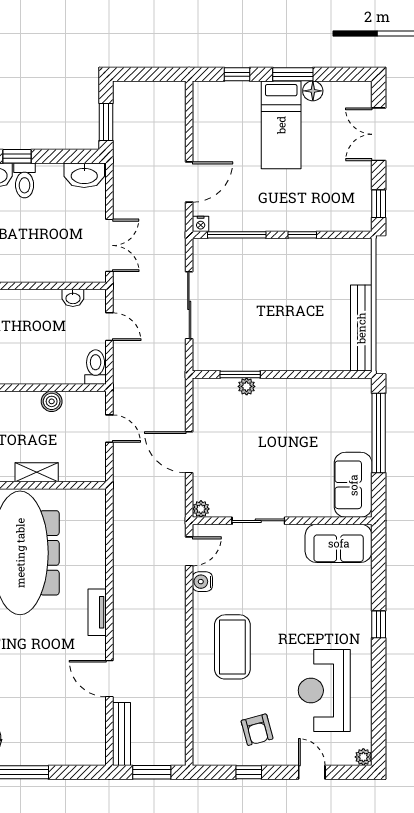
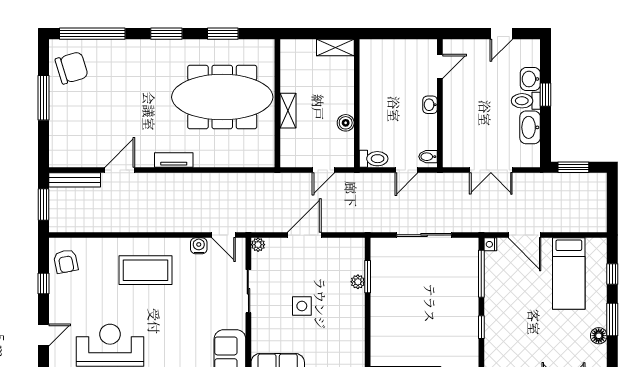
bed: (281, 125) -> (569, 274), moved, turned -90
washbasin: (84, 175) -> (530, 127), moved
double door: (109, 245) -> (491, 170), moved
washbasin: (73, 298) -> (430, 105), moved
bidet: (93, 300) -> (428, 157), added
side table: (276, 455) -> (302, 306), added
armchair: (257, 730) -> (66, 261), moved, turned -86

